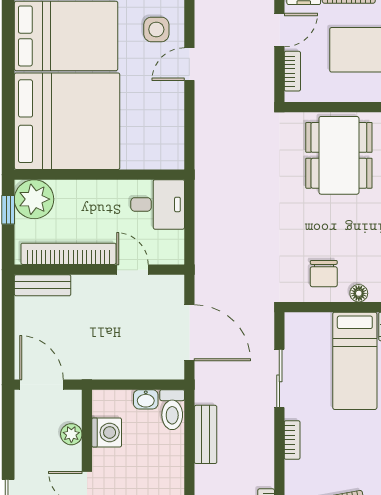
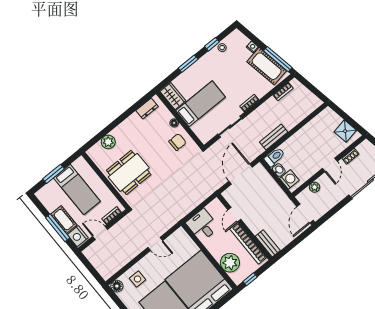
door: (189, 64) -> (155, 244), moved
plant: (34, 199) -> (230, 263), moved
washing machine: (107, 432) -> (289, 179), moved, turned 90

